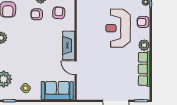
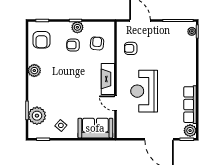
armchair: (143, 22) -> (131, 48), moved
reception desk: (118, 28) -> (144, 91), moved
plant: (144, 45) -> (190, 131), moved

